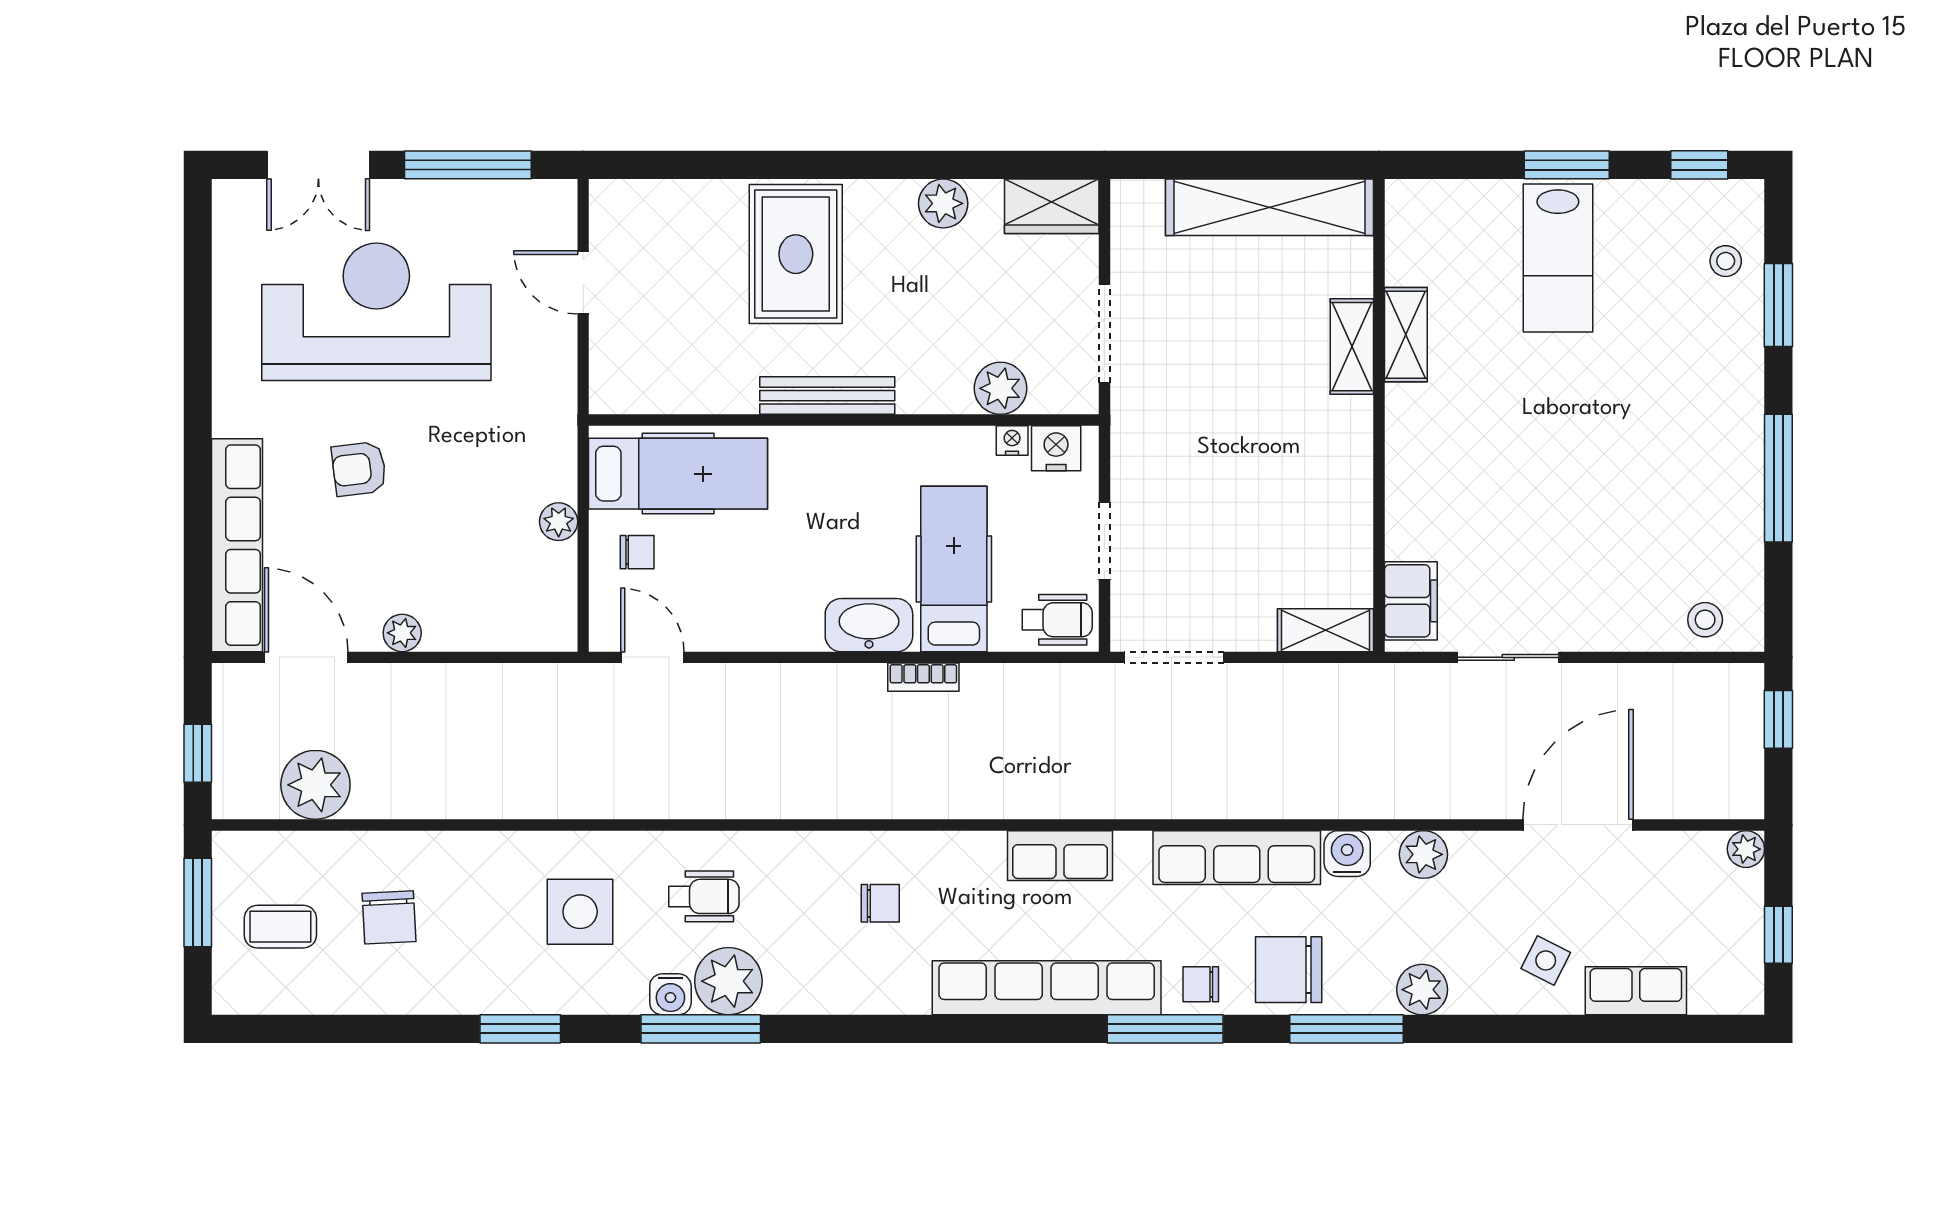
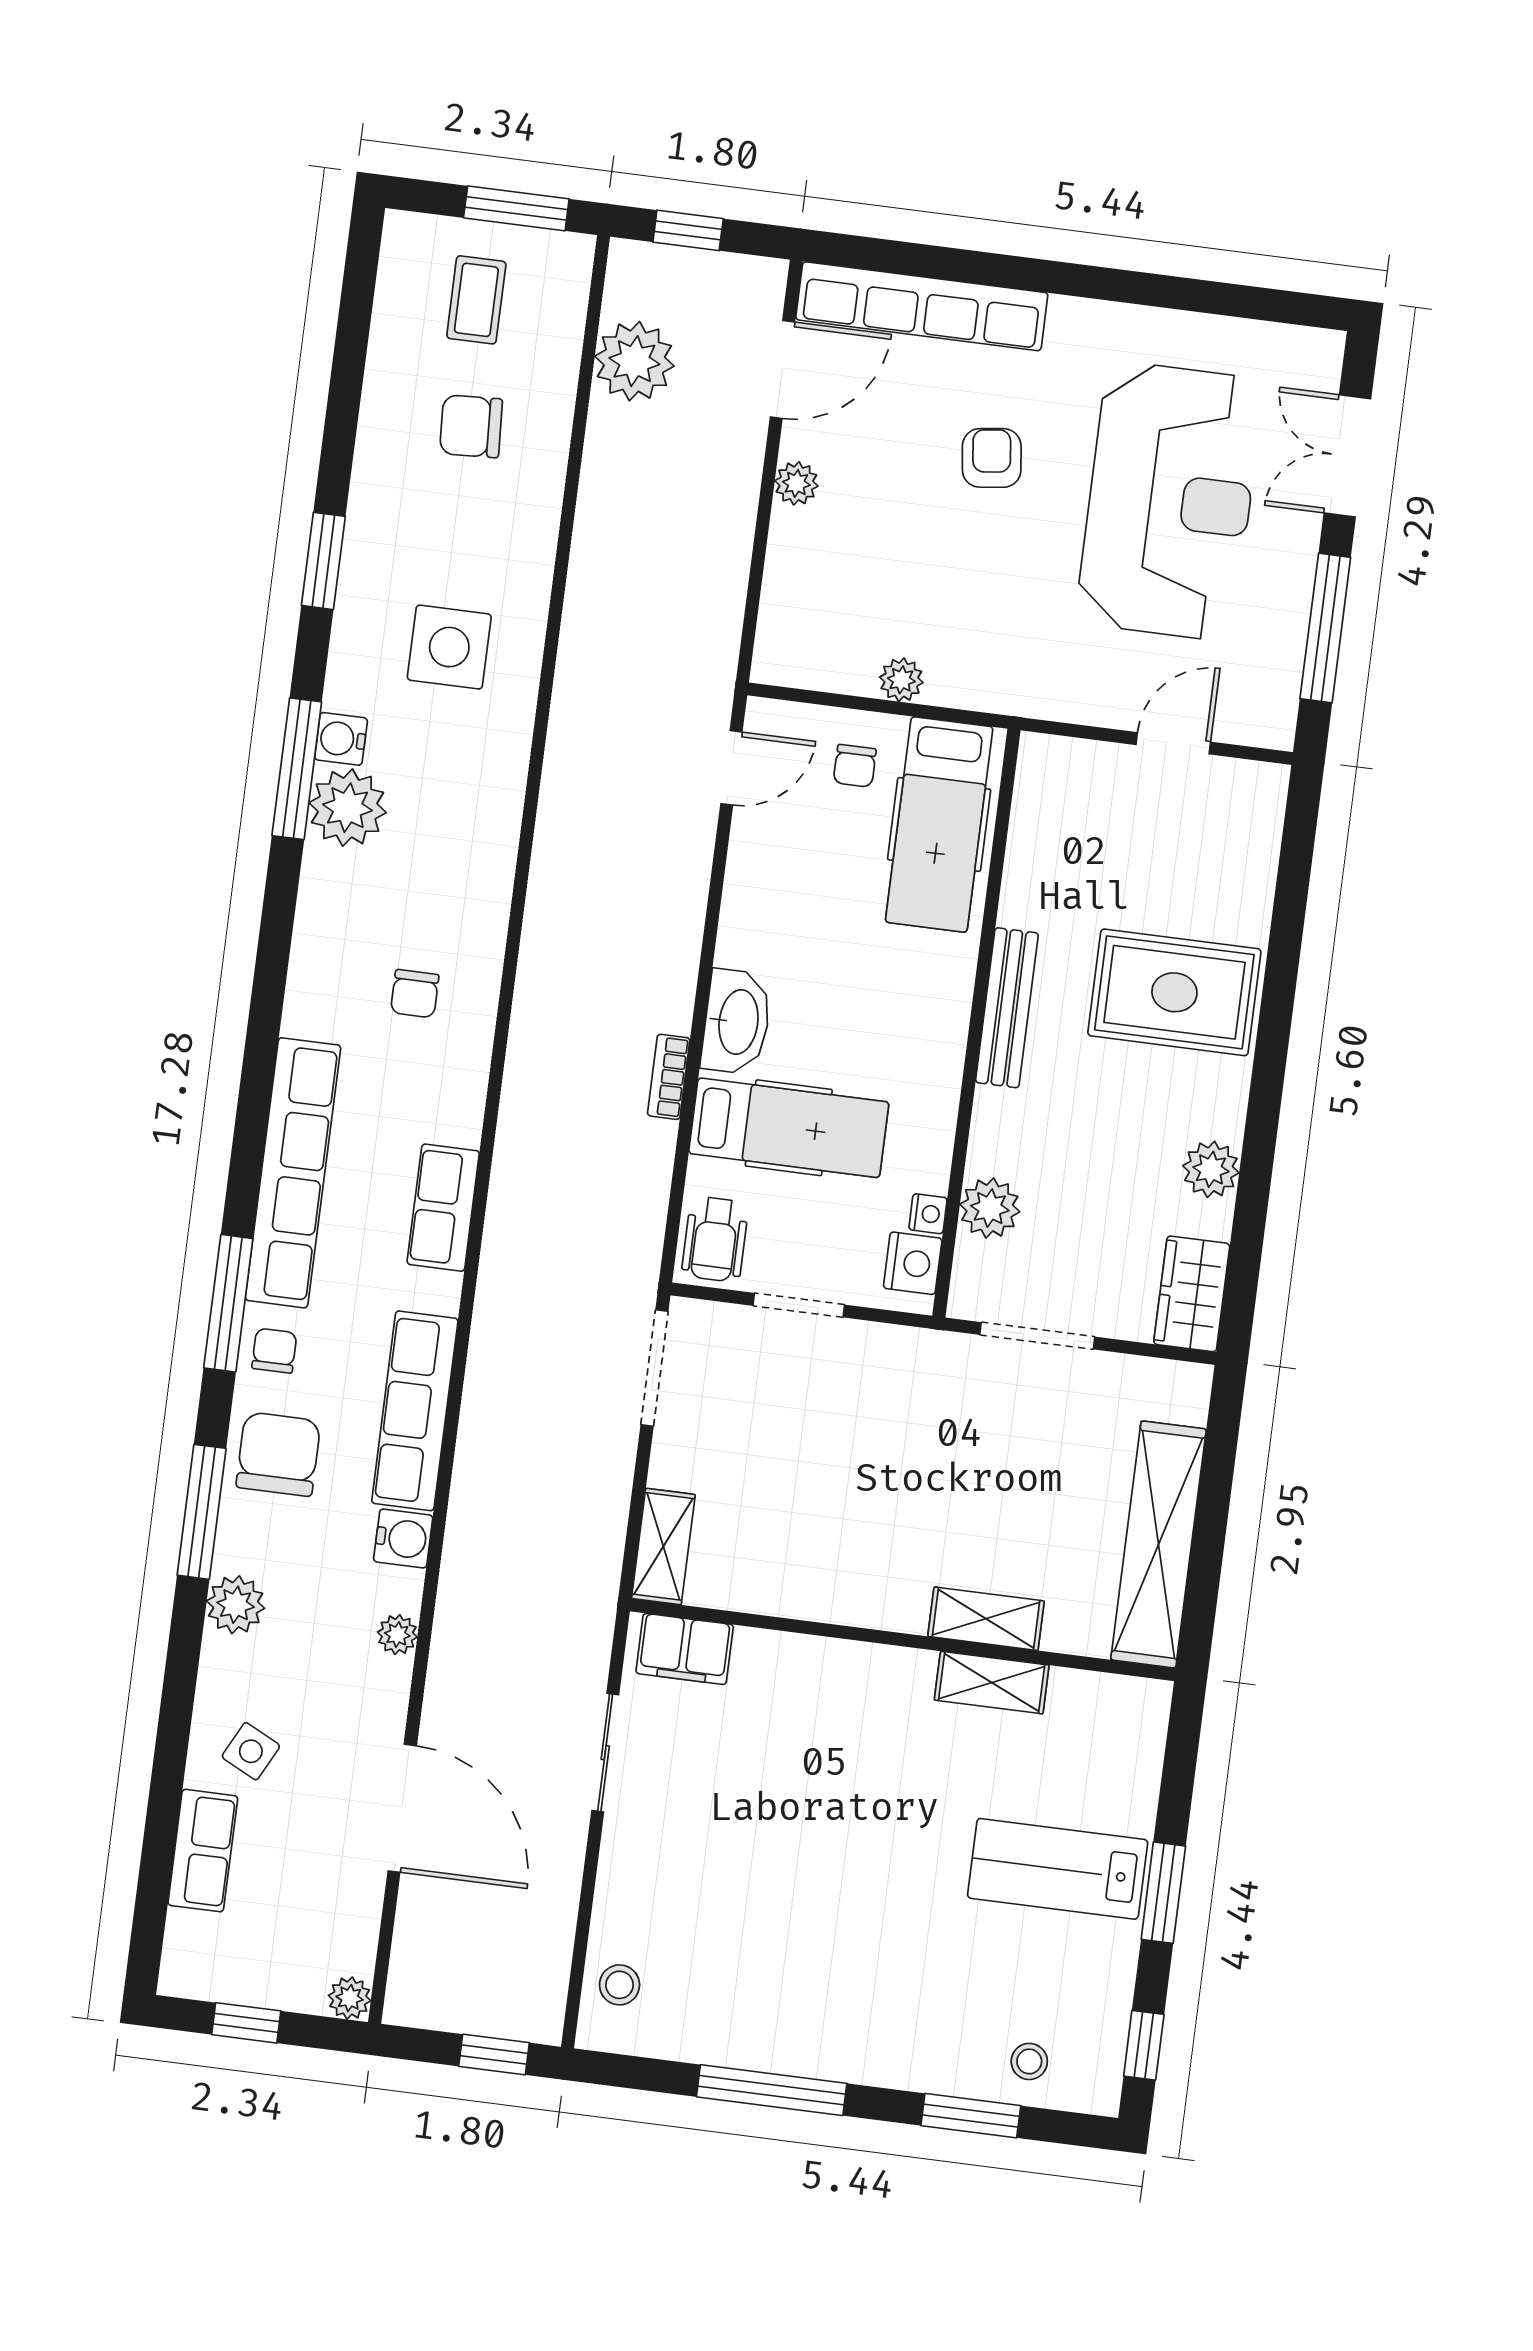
plant: (1423, 854) -> (397, 1635), width x0.73, depth x0.73
wheelchair: (704, 896) -> (449, 792), removed

